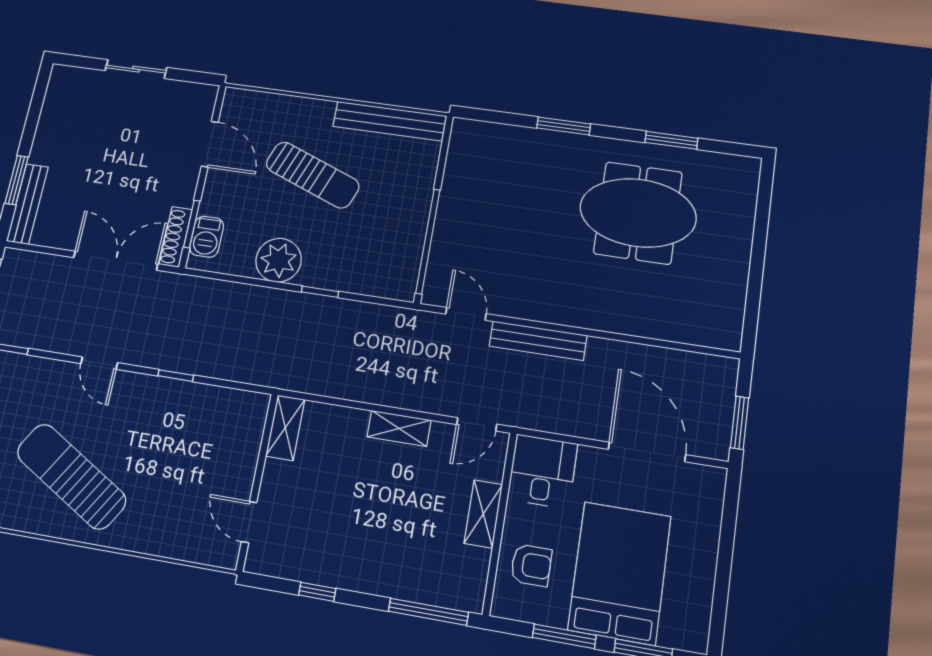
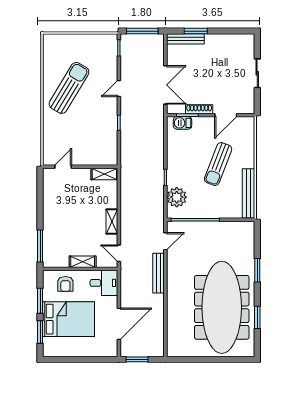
meeting table: (638, 213) -> (222, 307), width x1.86, depth x1.27
shoe rack: (176, 237) -> (199, 109), moved
plant: (279, 260) -> (177, 197), moved
window: (317, 592) -> (40, 200), removed

